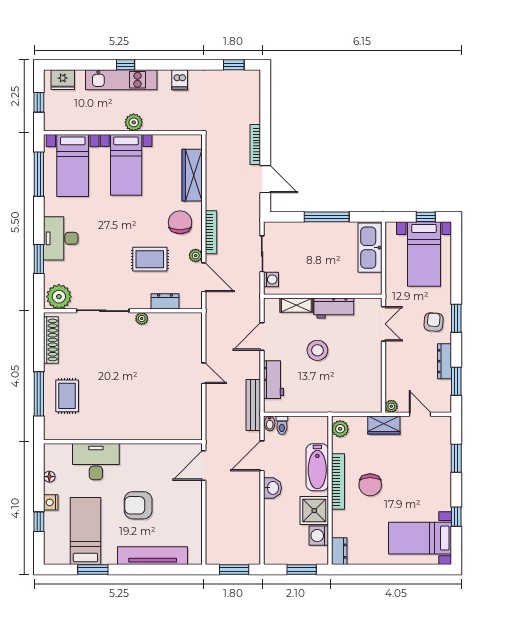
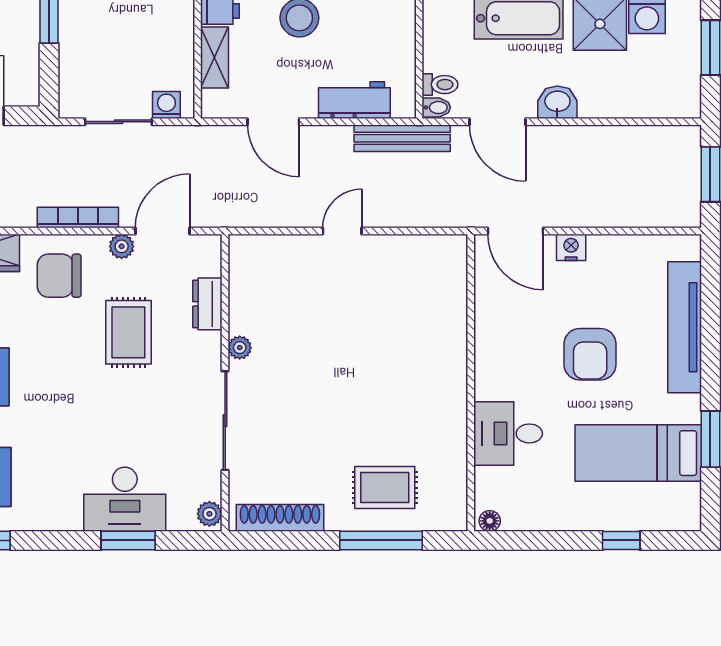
desk: (61, 238) -> (125, 499), moved
plant: (59, 297) -> (209, 514), width x0.53, depth x0.53
desk: (96, 462) -> (508, 433), width x0.73
floor lamp: (49, 477) -> (490, 521), moved
nightstand: (51, 502) -> (571, 247), moved, turned 180

